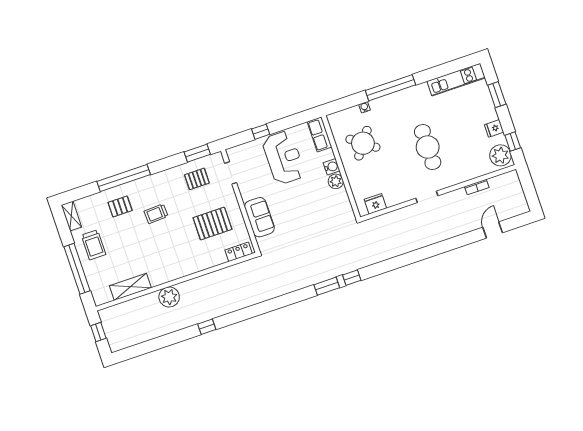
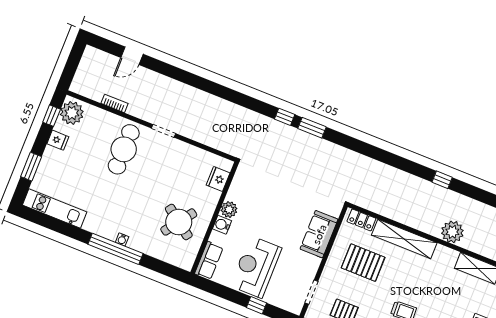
water cooler: (364, 107) -> (122, 239), moved
cafe table: (428, 147) -> (124, 149), moved
fridge: (375, 204) -> (218, 179), moved, turned 90
shelving: (198, 264) -> (404, 239), added

